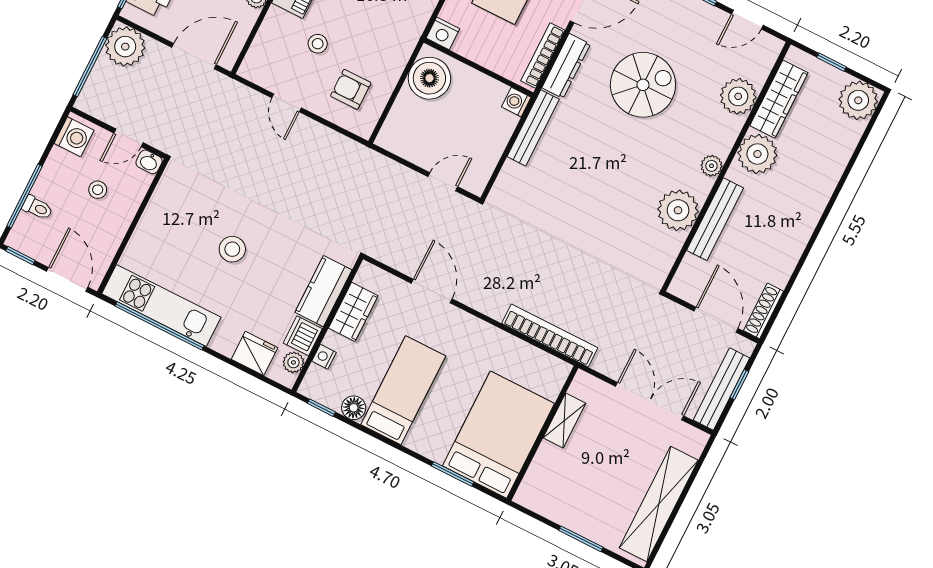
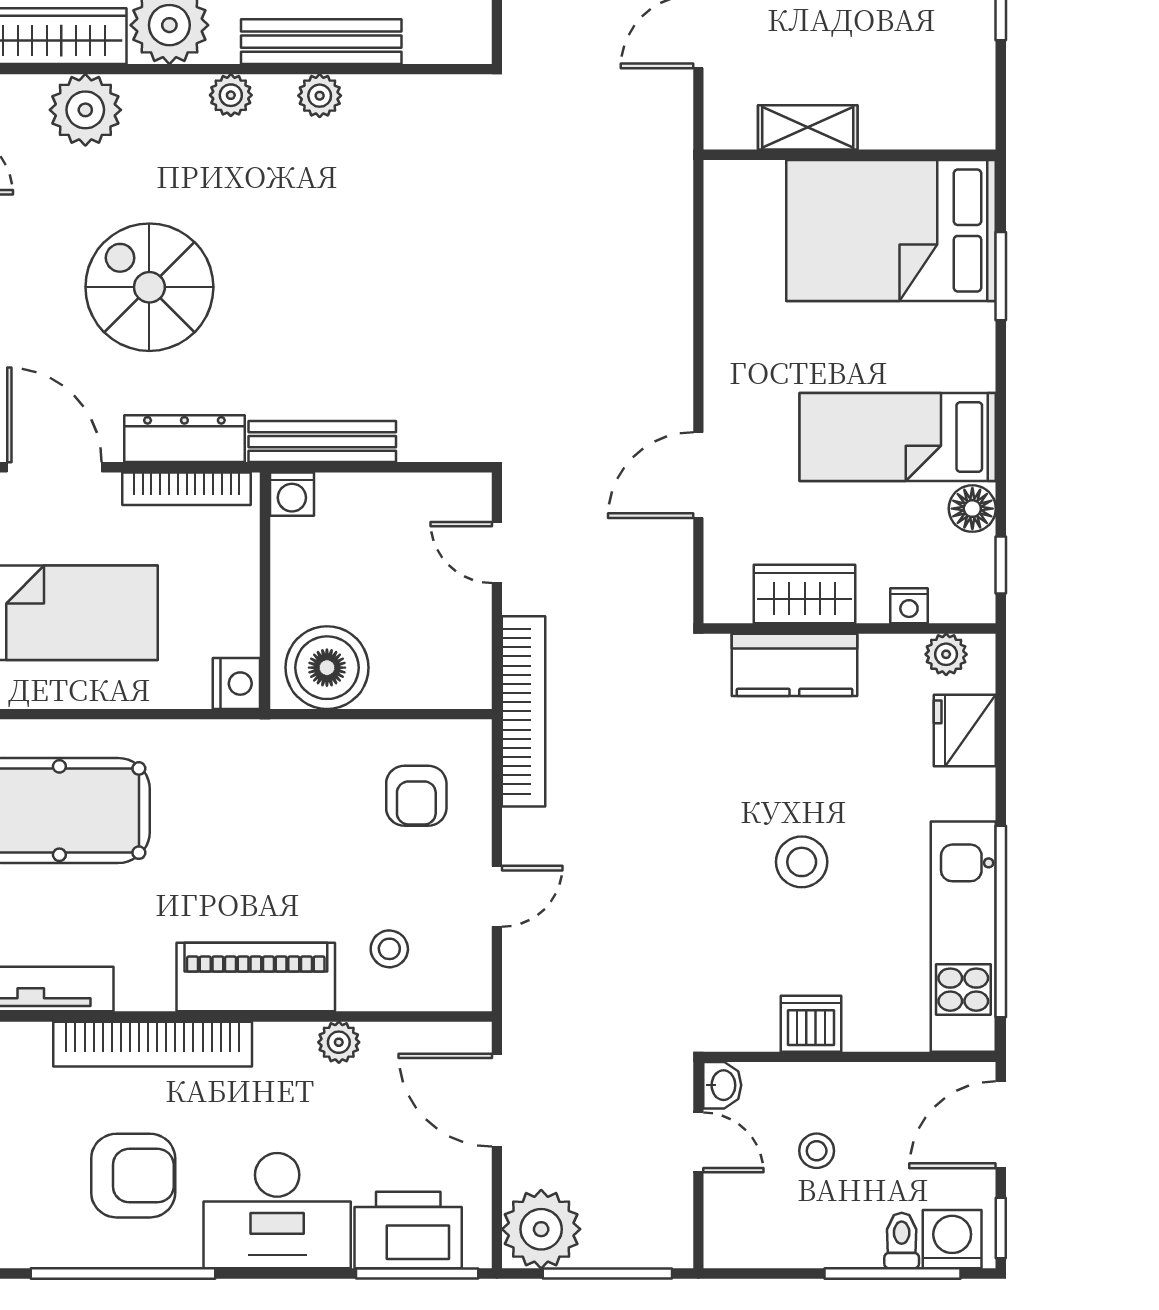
stool: (318, 44) -> (389, 949), moved
washing machine: (74, 137) -> (952, 1239), moved
plant: (678, 210) -> (320, 96), width x0.53, depth x0.53
bookcase: (550, 335) -> (523, 711), moved, turned 180
dishwasher: (303, 336) -> (811, 1024), moved, turned 180

